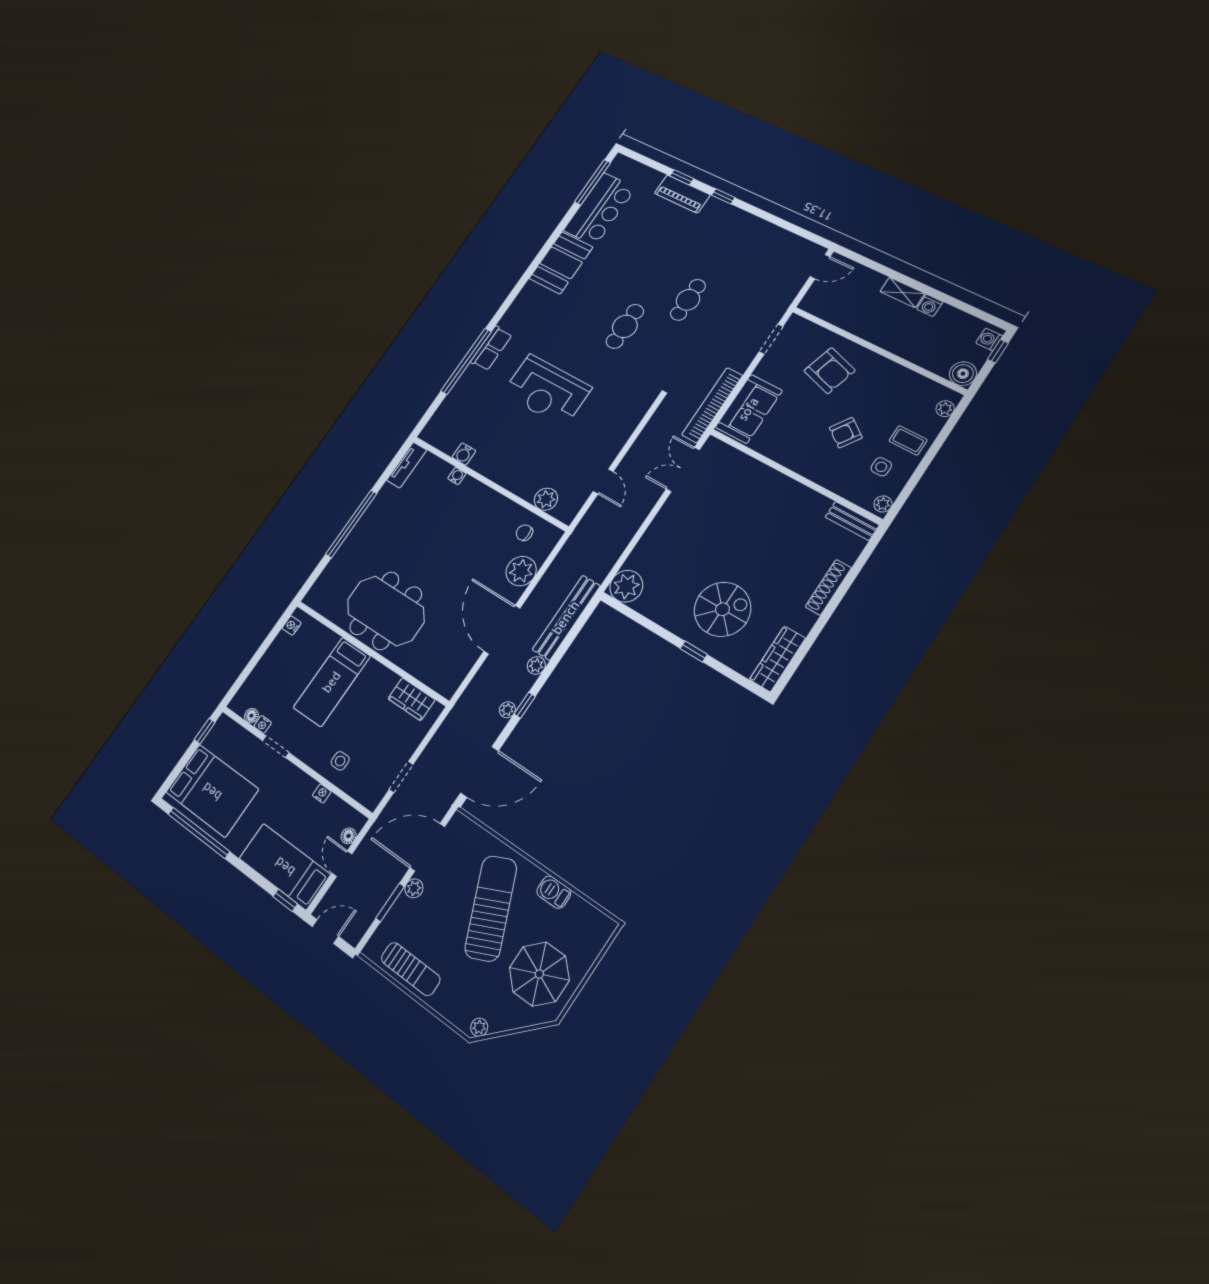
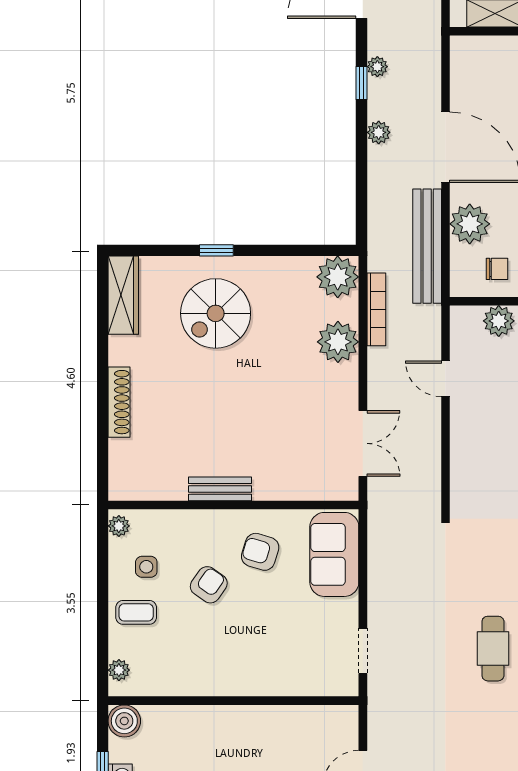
armchair: (830, 371) -> (260, 552), moved, width x0.72, depth x0.72
bookcase: (712, 405) -> (376, 309), moved, width x0.68, depth x0.76
bench: (852, 521) -> (220, 489), moved
plant: (655, 544) -> (338, 342), added
bench: (566, 618) -> (427, 246), moved

